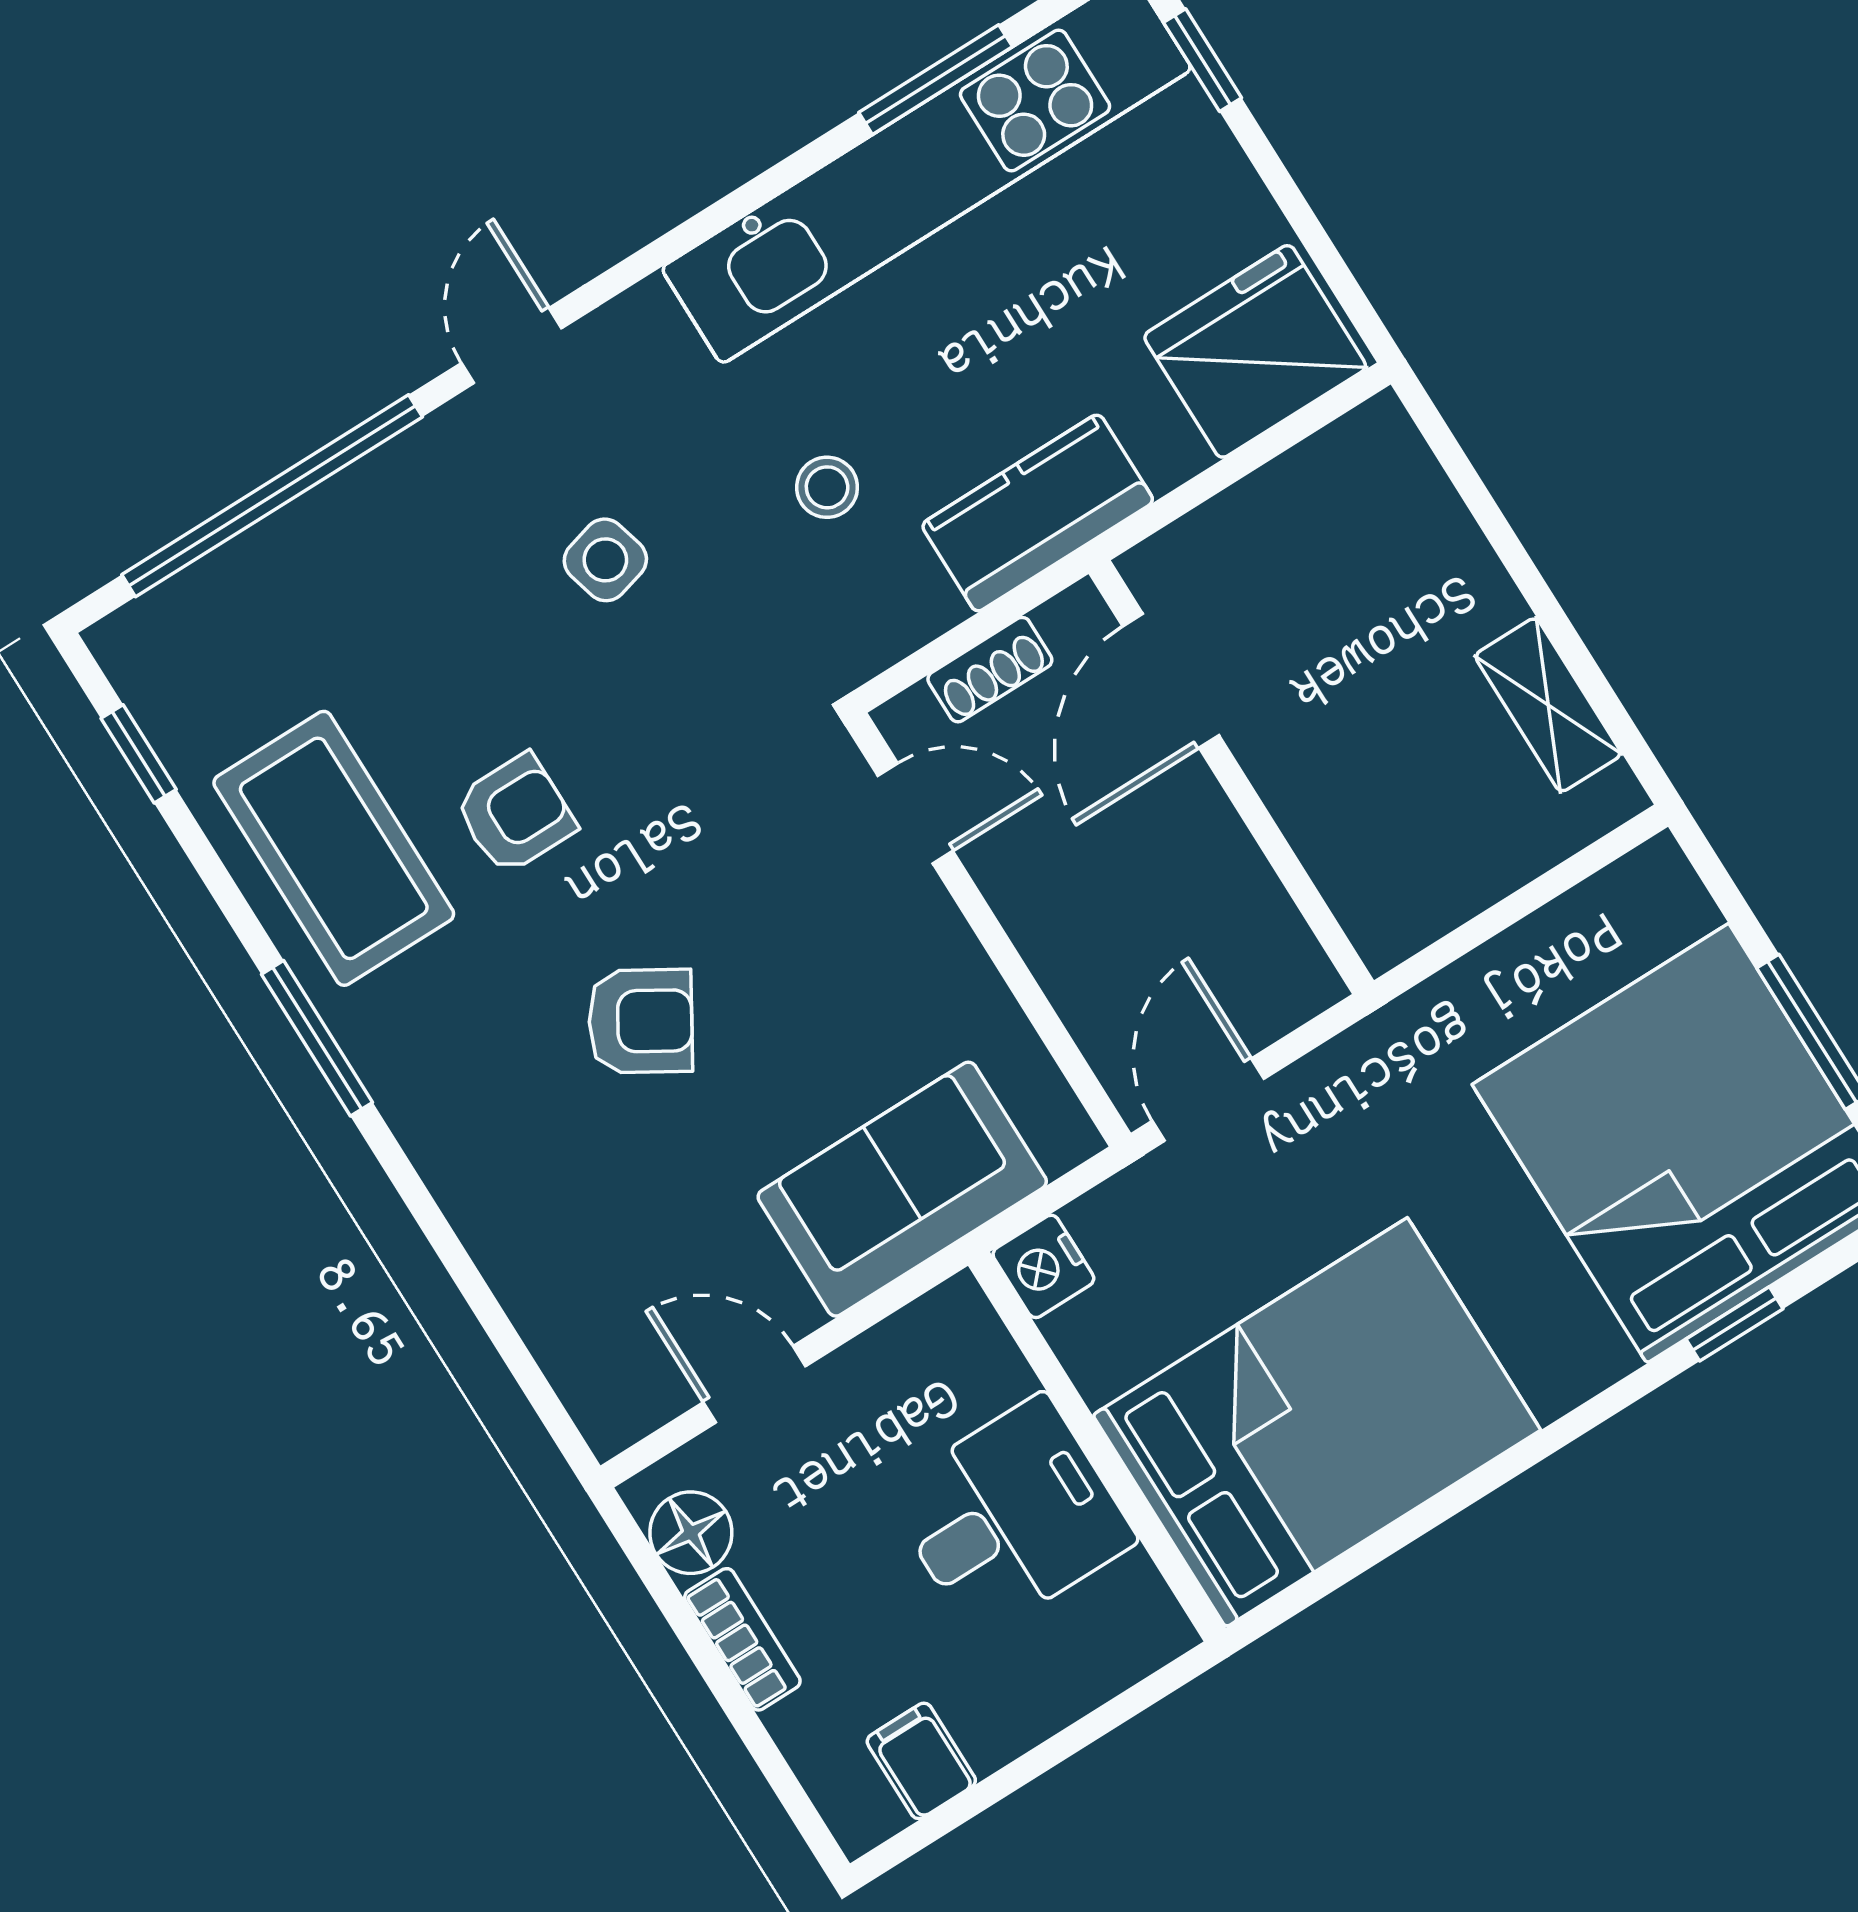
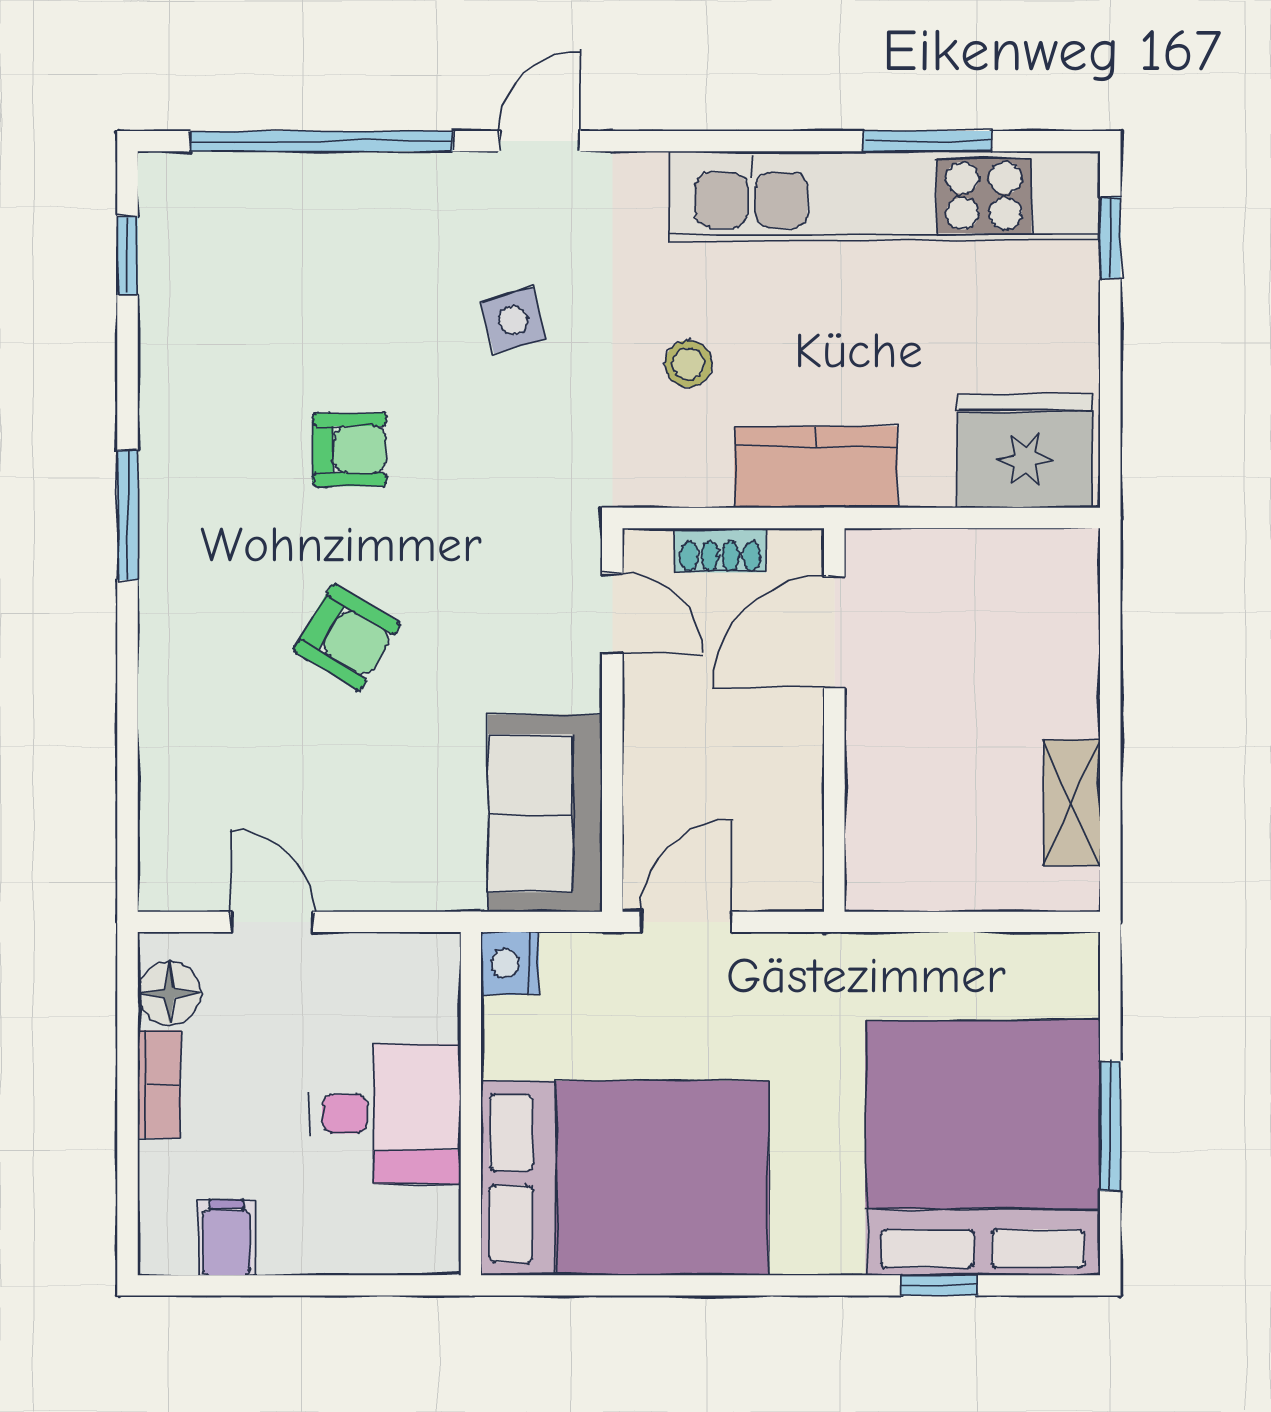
coffee table: (334, 848) -> (217, 398), removed
sofa: (902, 1189) -> (545, 813), moved, turned -90

